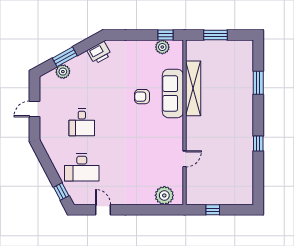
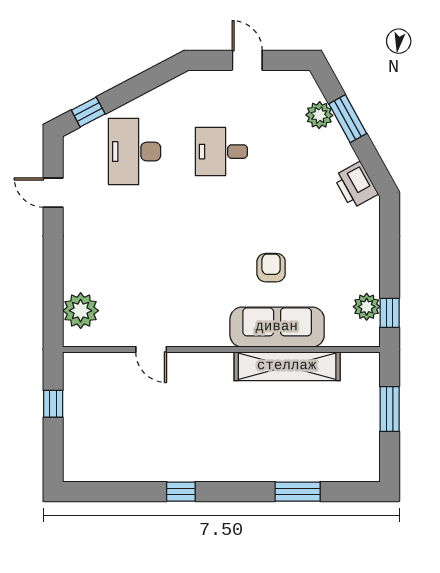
door: (103, 210) -> (53, 193), swing flipped

